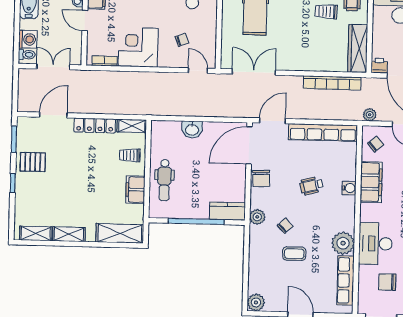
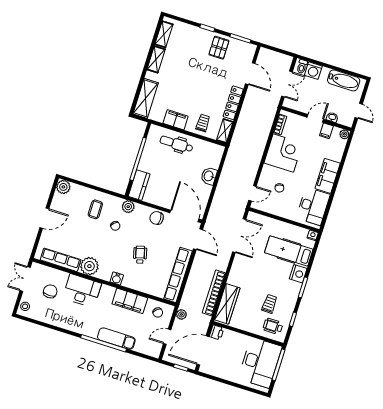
wardrobe: (358, 48) -> (227, 304), moved, turned 90
water cooler: (349, 188) -> (117, 278), moved
coffee table: (294, 254) -> (95, 209), moved

